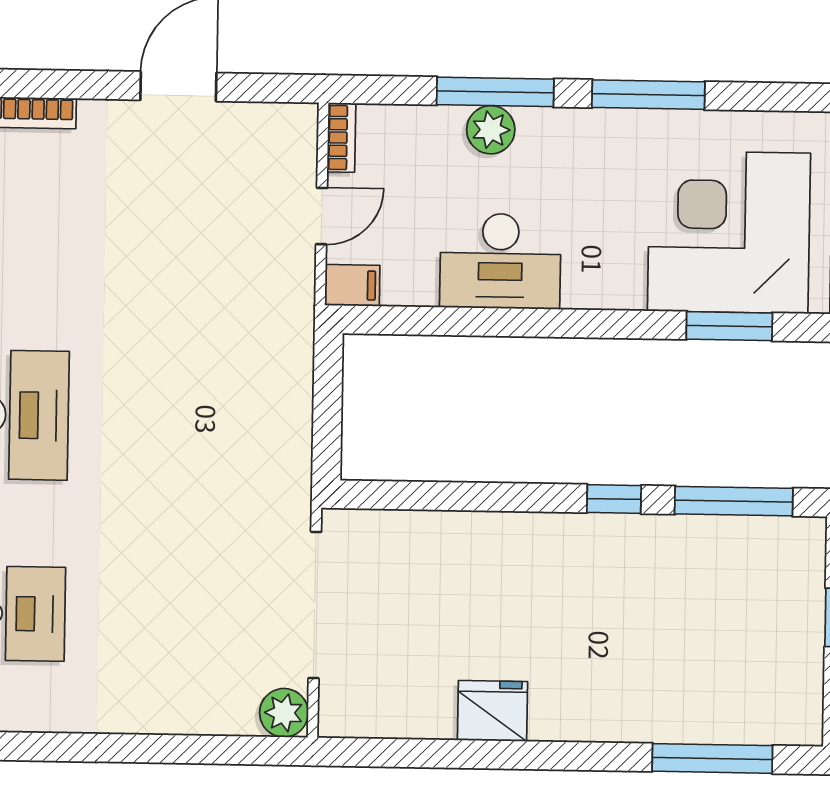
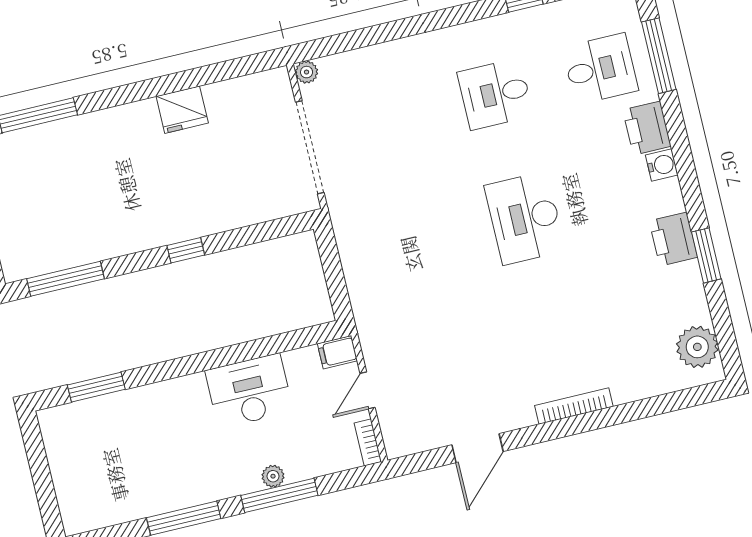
plant: (491, 130) -> (273, 476), width x0.73, depth x0.73
corner desk: (729, 232) -> (112, 446), removed
window: (614, 499) -> (186, 250), moved
plant: (284, 713) -> (307, 72), width x0.73, depth x0.73

